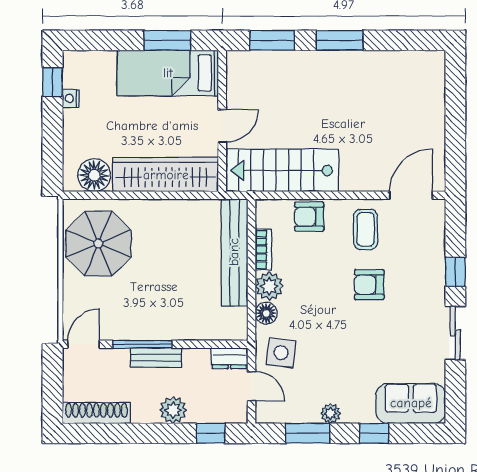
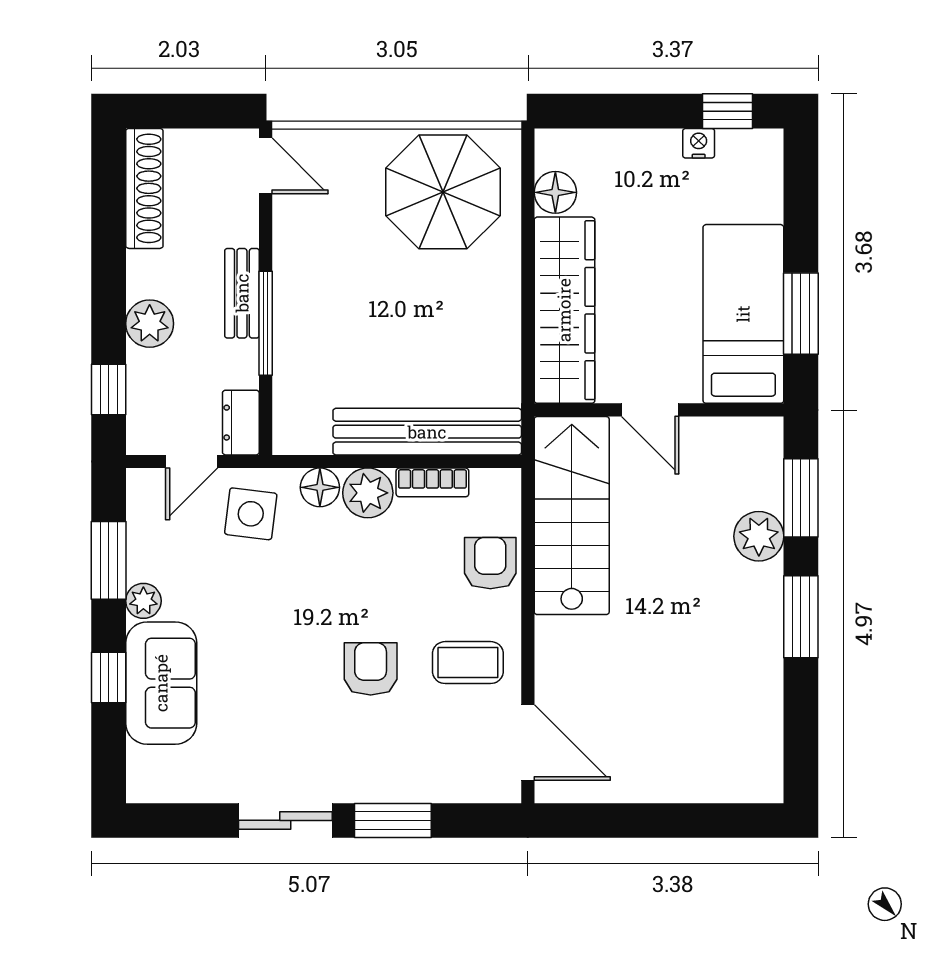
plant: (294, 64) -> (759, 536), added
floor lamp: (94, 175) -> (555, 192), width x0.73, depth x0.73
window: (455, 272) -> (393, 820), width x1.50
window: (142, 344) -> (266, 323), moved
sofa: (411, 403) -> (161, 683), moved

